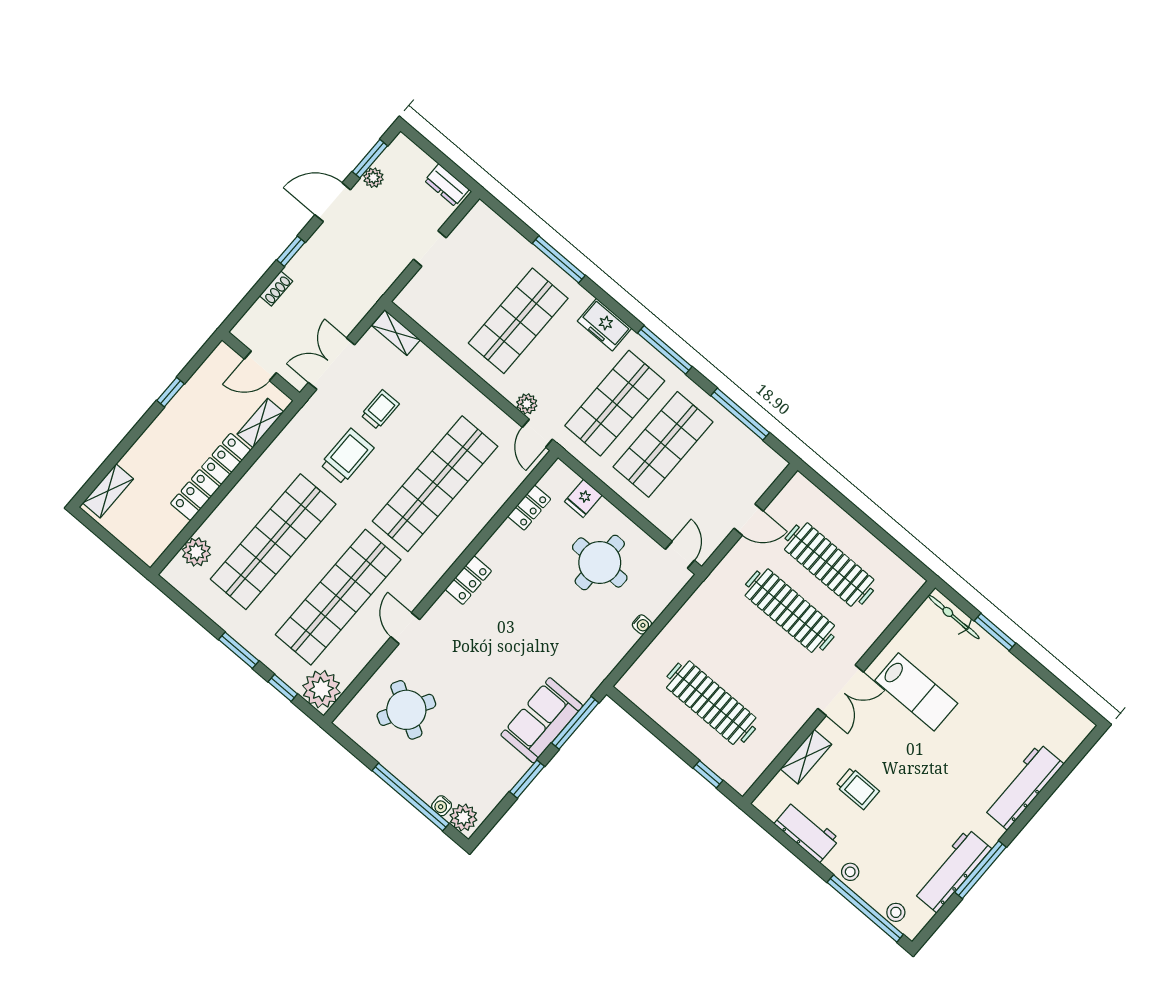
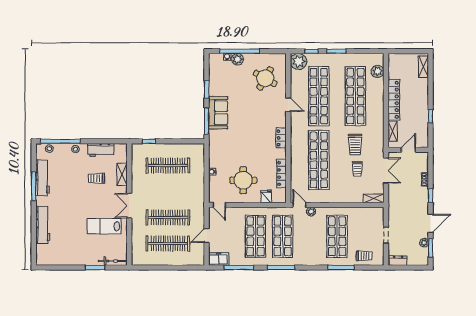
trolley: (500, 245) -> (364, 256), added
freezer: (604, 325) -> (219, 259), moved
locker: (529, 508) -> (281, 174), width x1.53
plant: (463, 818) -> (237, 59), moved

